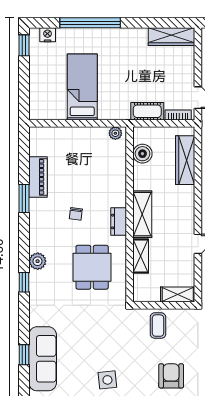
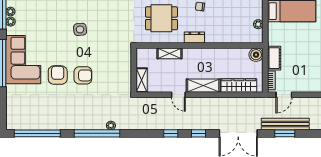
plant: (115, 133) -> (258, 24), moved
boiler: (142, 154) -> (256, 55), moved
shelving: (142, 214) -> (203, 86), moved
coffee table: (158, 326) -> (119, 66), removed

